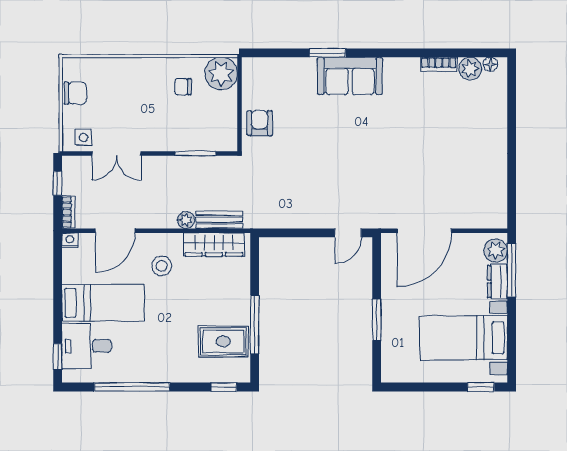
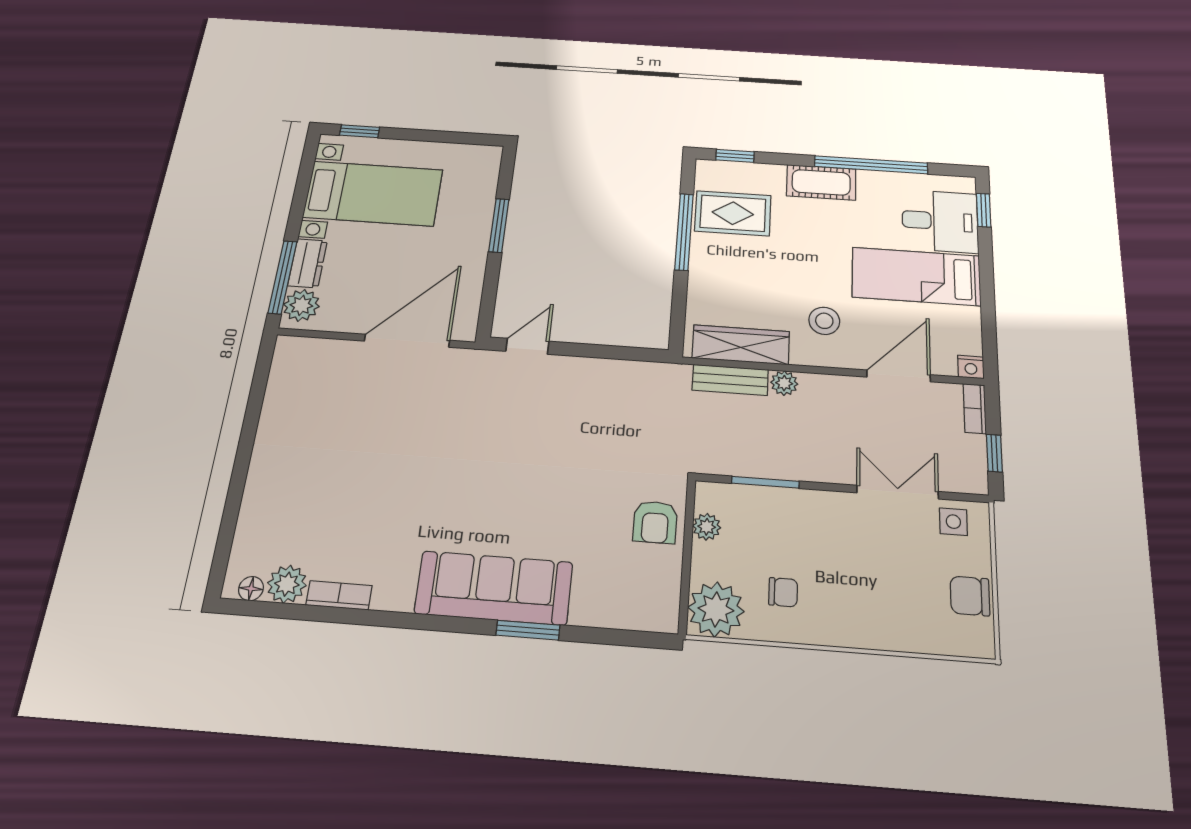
sofa: (350, 76) -> (494, 588), width x1.36
plant: (229, 123) -> (707, 527), added
cot: (165, 370) -> (821, 182), added

